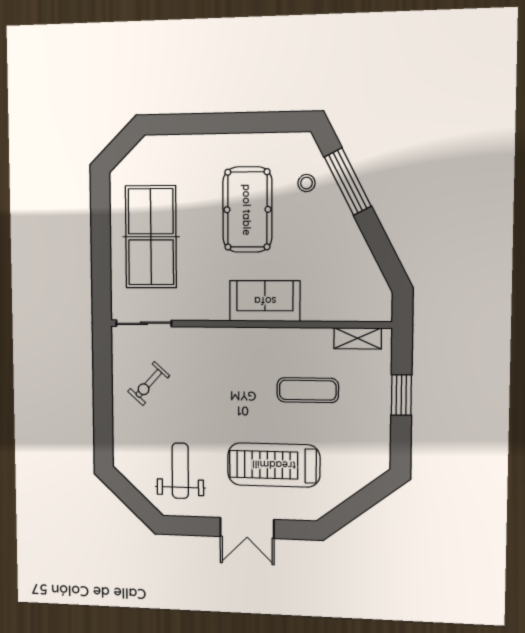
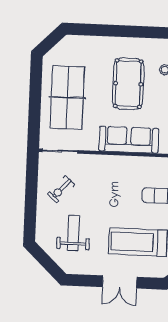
sofa: (265, 301) -> (129, 140), width x1.36
weight bench: (180, 471) -> (73, 233), moved

